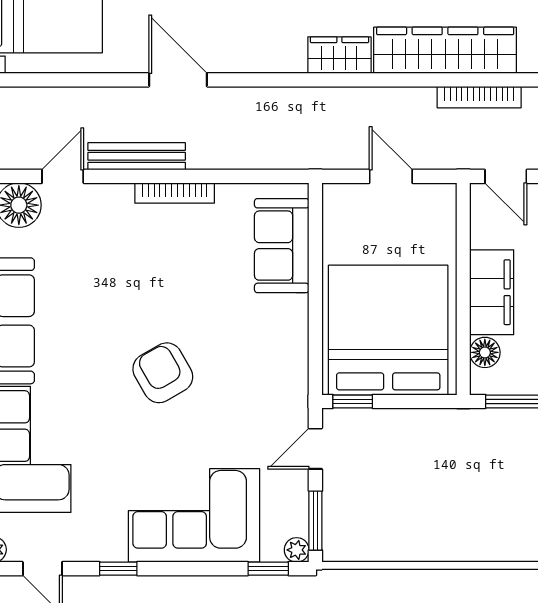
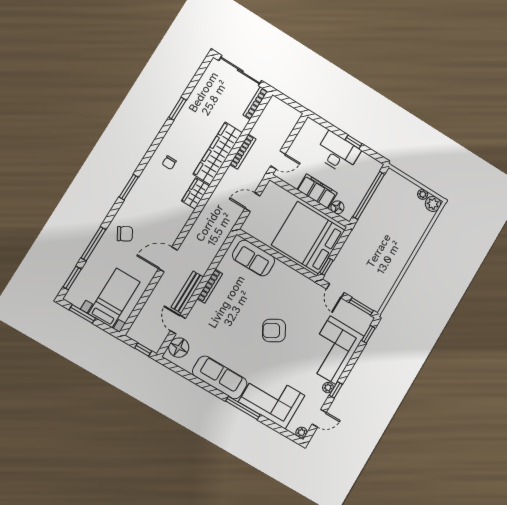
plant: (297, 550) -> (328, 388), moved

